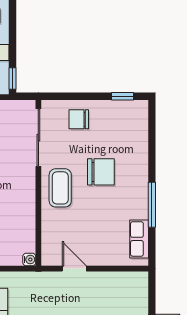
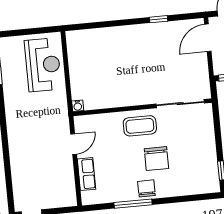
chair: (79, 119) -> (146, 188), moved
row of seats: (139, 239) -> (87, 174), moved, turned 90

